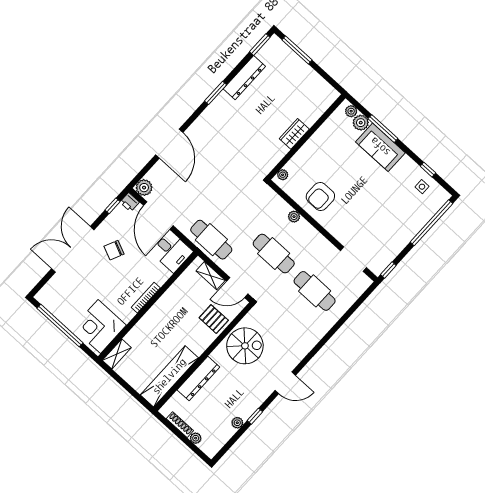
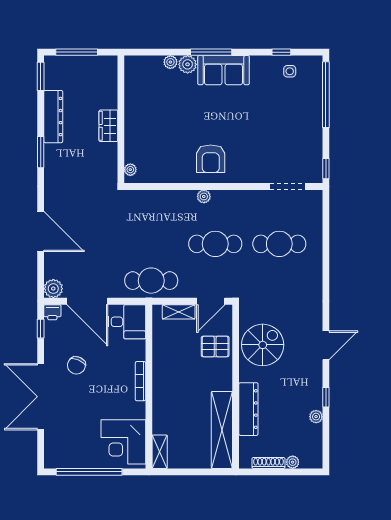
wardrobe: (294, 134) -> (108, 126), moved
wall: (306, 137) -> (121, 119), moved
plant: (283, 175) -> (130, 170), moved

